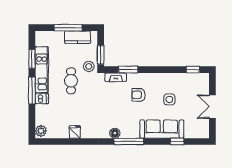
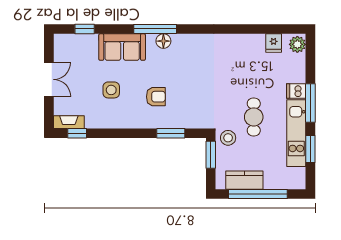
window: (68, 28) -> (258, 194), width x1.46
fireplace: (116, 77) -> (69, 122), moved
sofa: (162, 129) -> (122, 47), width x0.73
fridge: (75, 132) -> (274, 43), moved
floor lamp: (115, 133) -> (163, 41), moved
window: (129, 141) -> (155, 29), moved
window: (177, 141) -> (85, 29), moved

